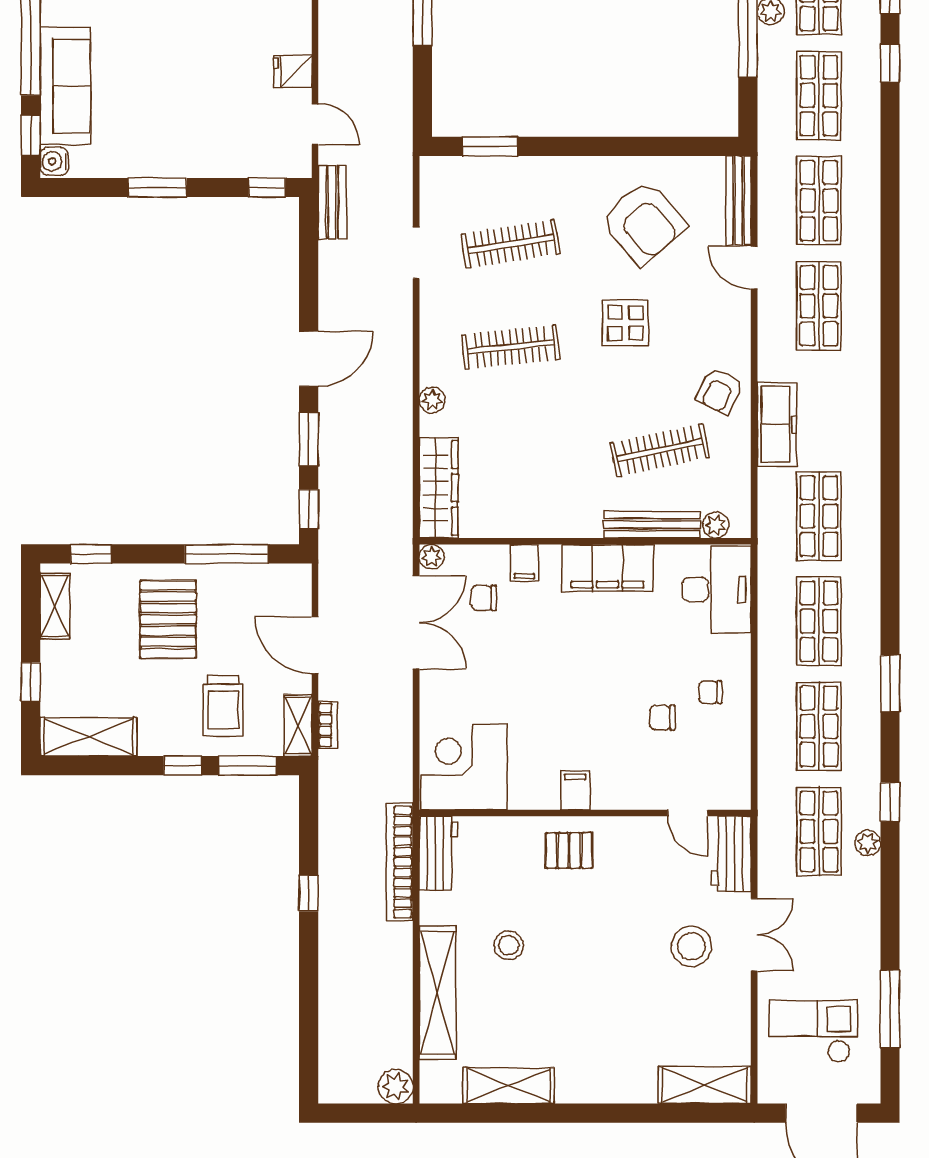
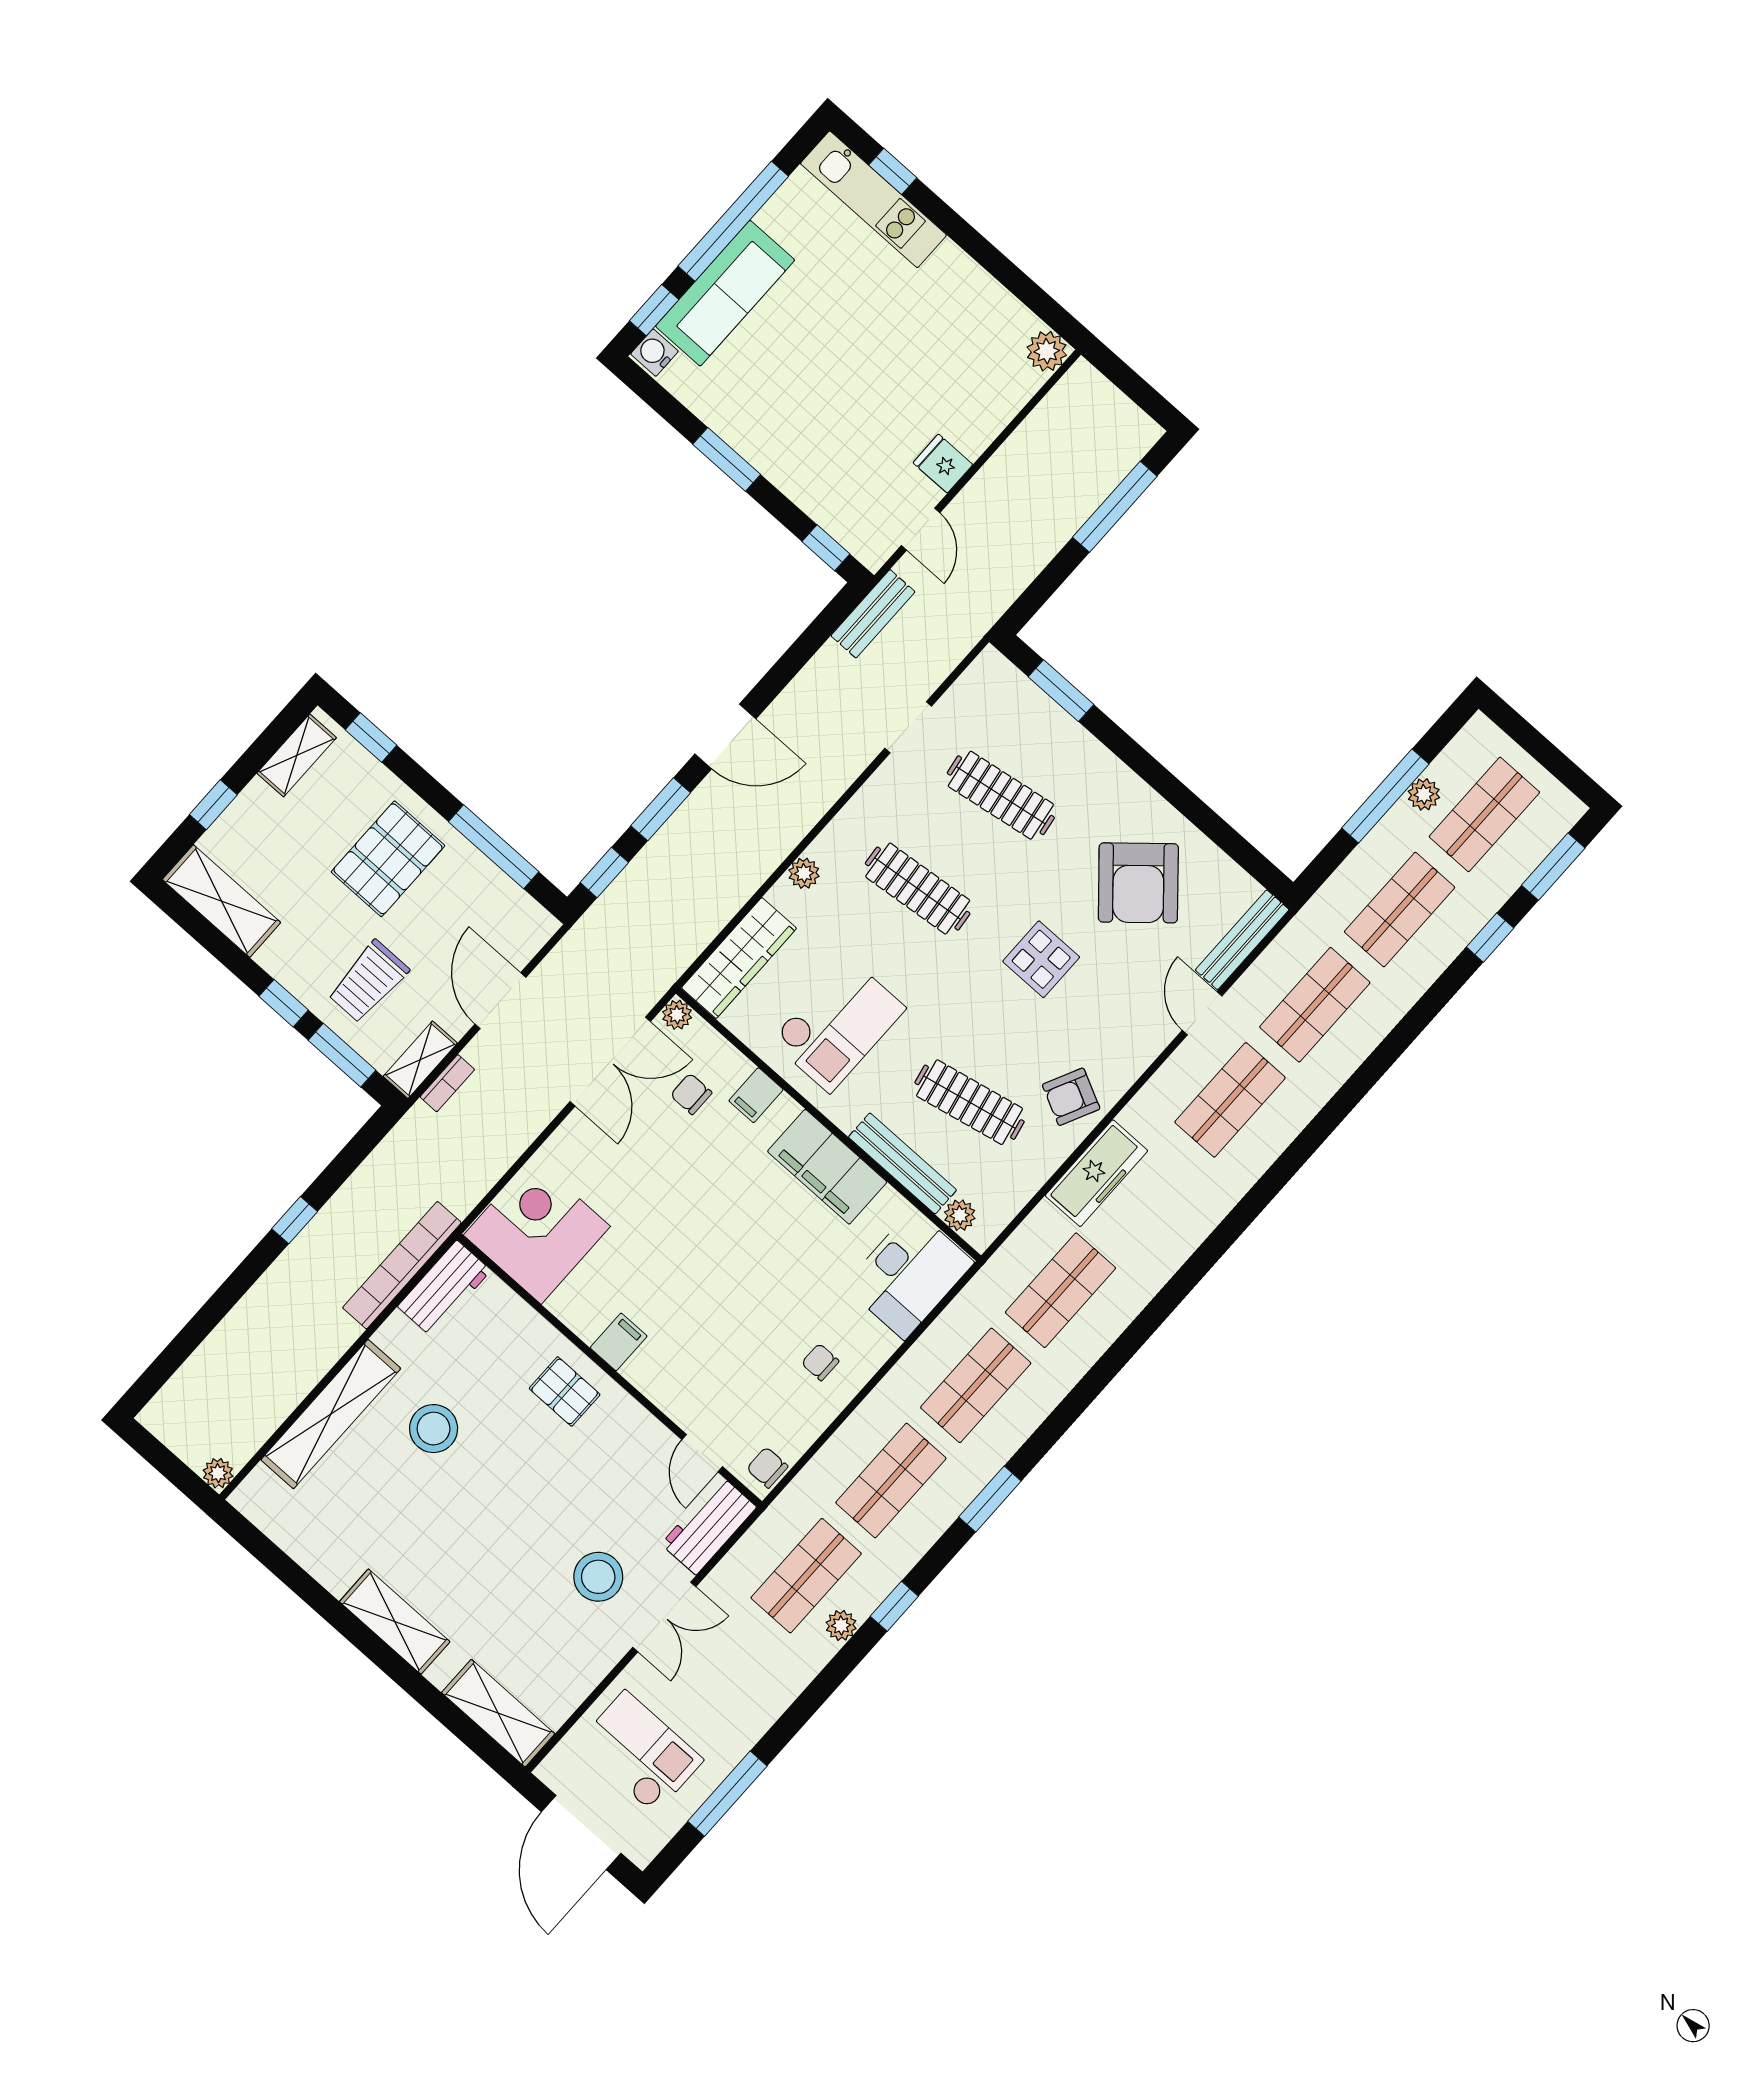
checkout: (536, 474) -> (838, 1024), added
chair: (663, 718) -> (767, 1468), moved
stool: (509, 945) -> (434, 1429), width x1.38, depth x1.38
plant: (396, 1086) -> (218, 1473), width x0.73, depth x0.73
shelving: (509, 1086) -> (395, 1622), moved

